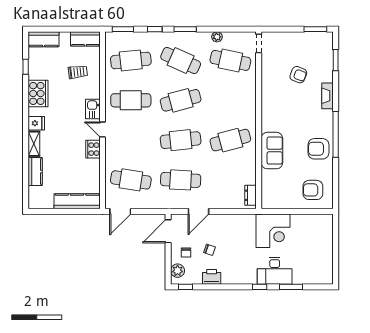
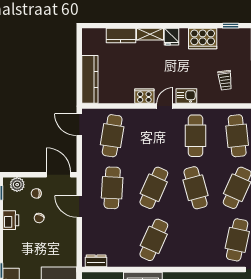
cafe table: (181, 140) -> (154, 188), turned 30
cafe table: (230, 140) -> (154, 240), turned 39

